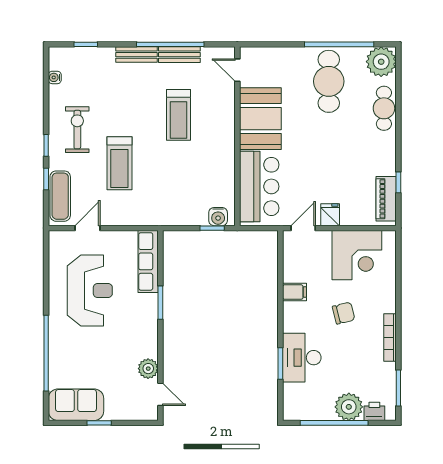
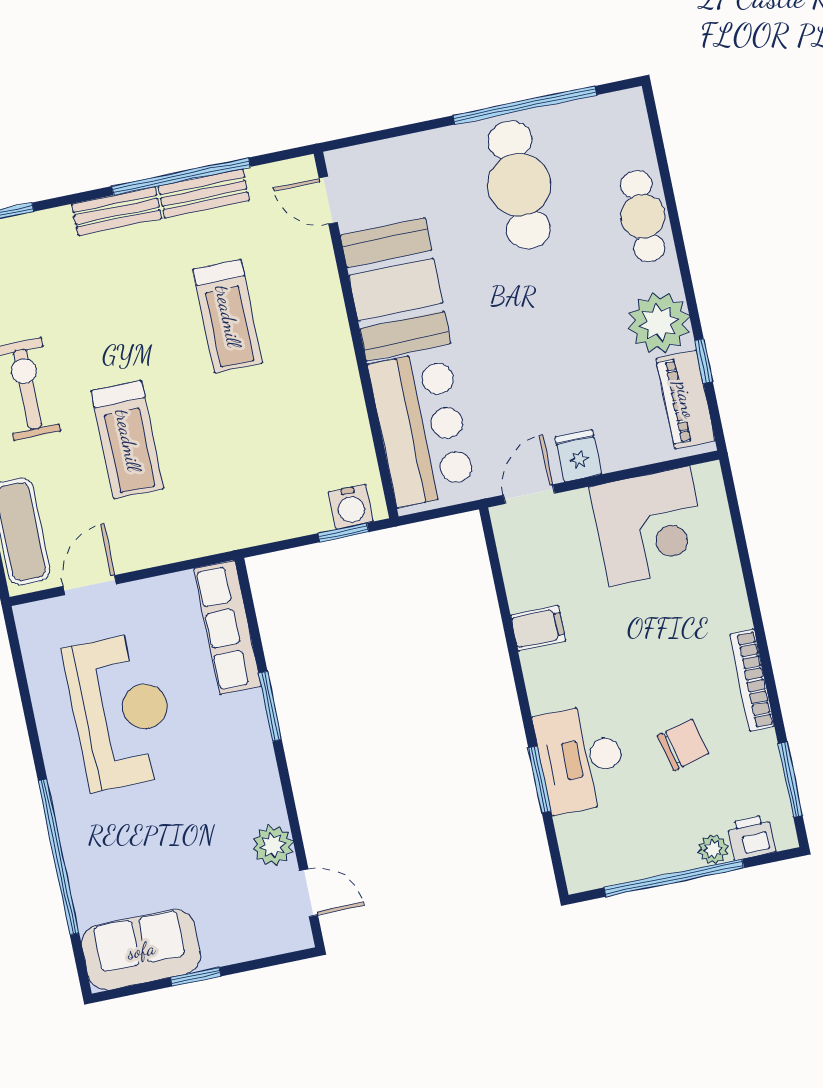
plant: (381, 62) -> (659, 323), moved
chair: (344, 313) -> (683, 745), moved
plant: (349, 407) -> (713, 849), width x0.53, depth x0.53

